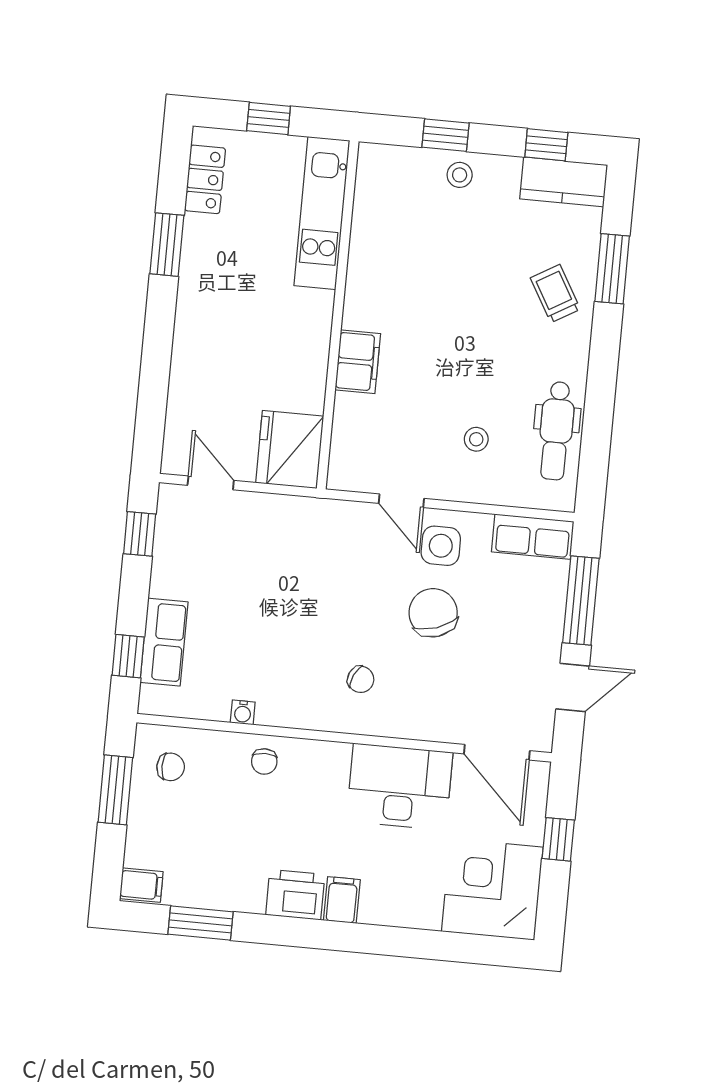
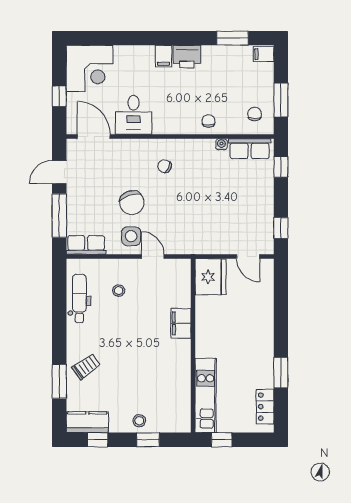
window: (269, 118) -> (222, 440), moved
trolley: (555, 294) -> (86, 366), turned -96
row of seats: (164, 642) -> (250, 149), moved, turned -90
chair: (171, 767) -> (255, 114), turned 90
desk: (400, 787) -> (134, 115), width x0.73

